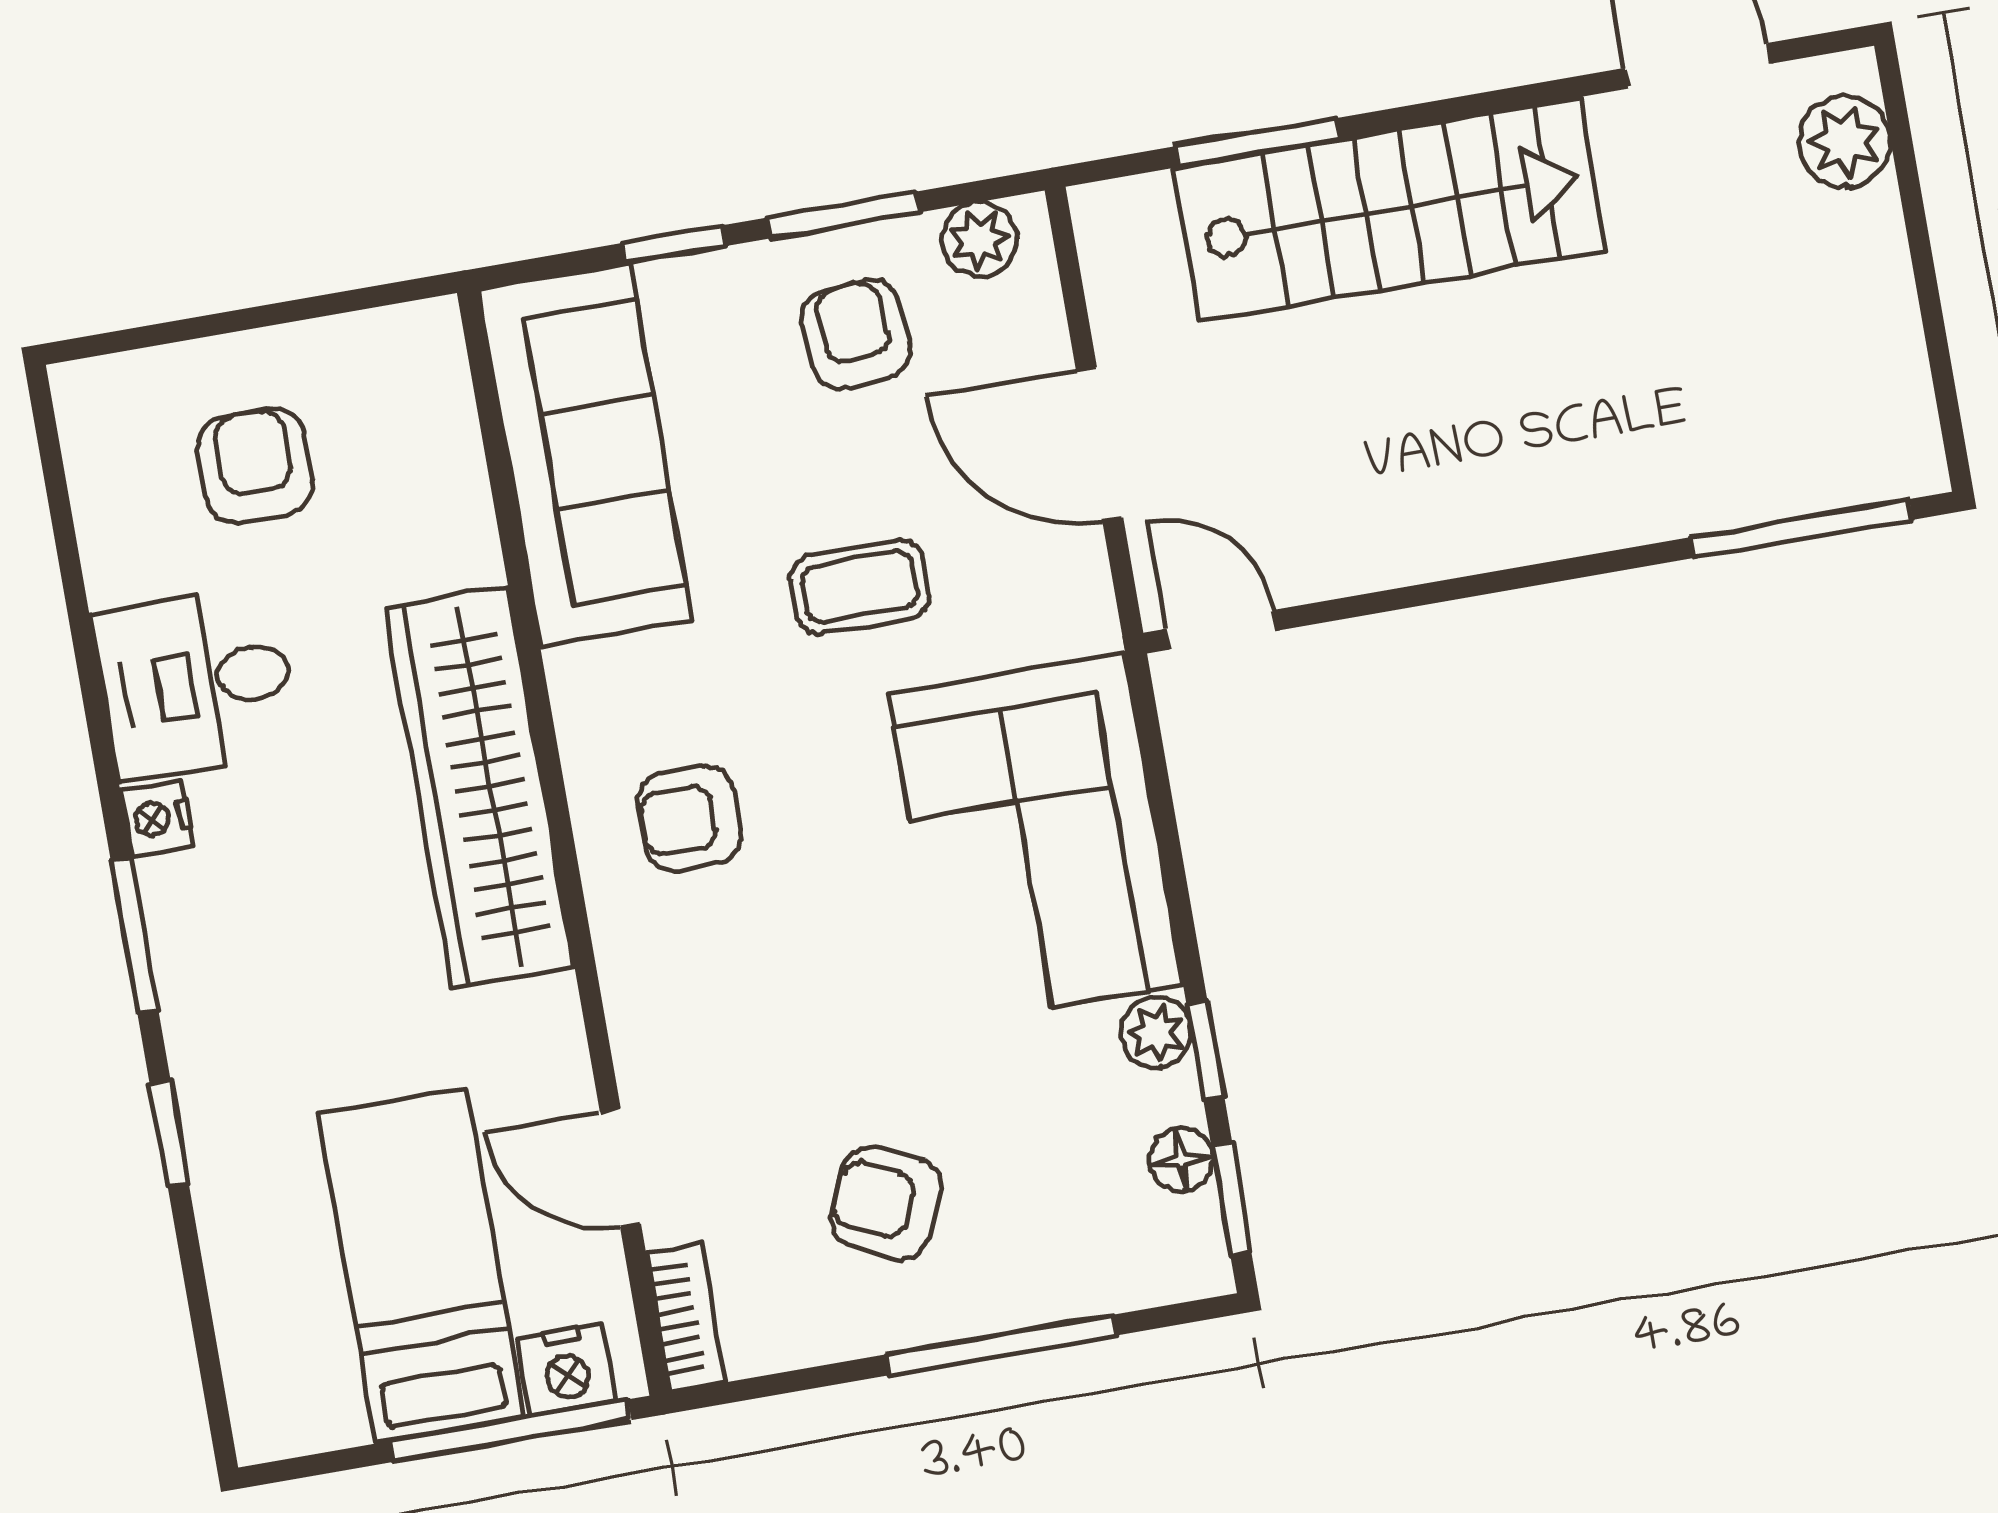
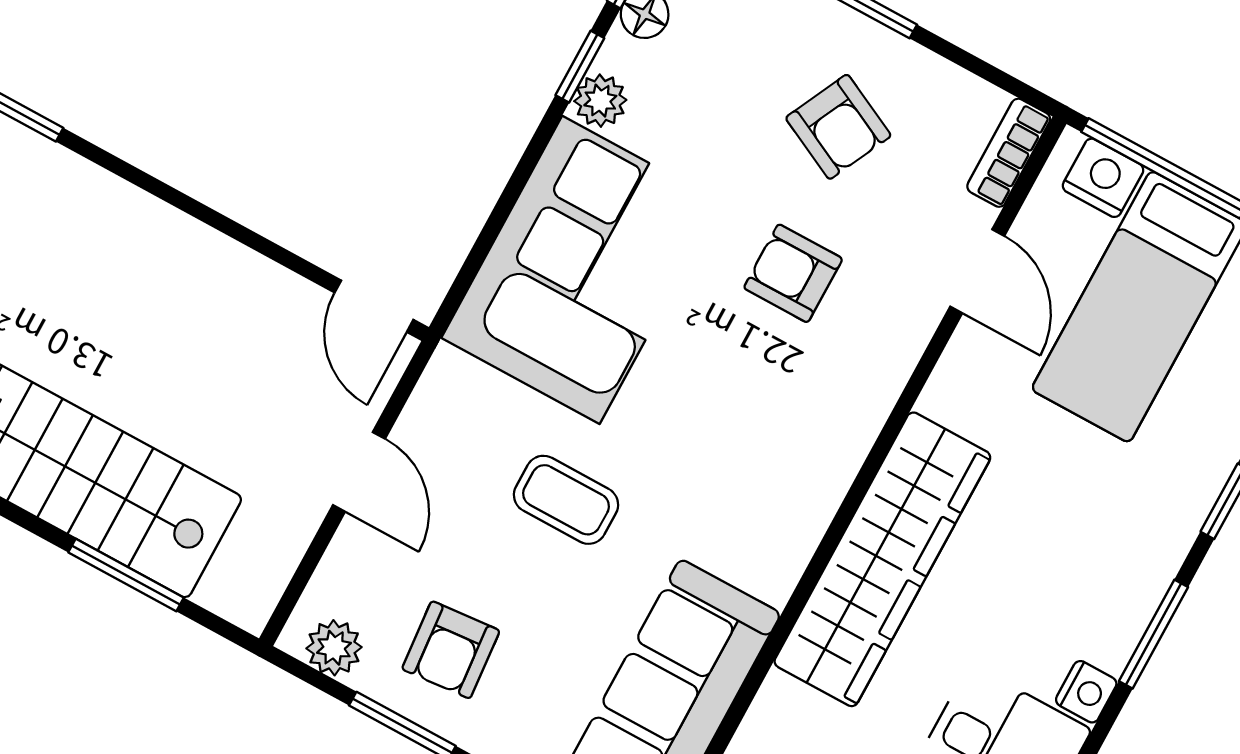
door: (1100, 444) -> (359, 472), width x0.73
armchair: (690, 818) -> (793, 273), moved, turned 180

